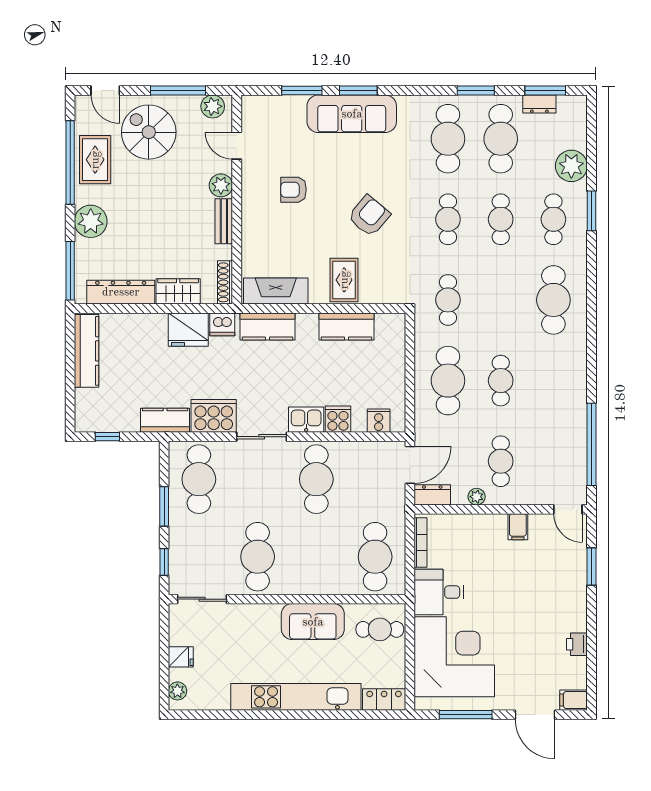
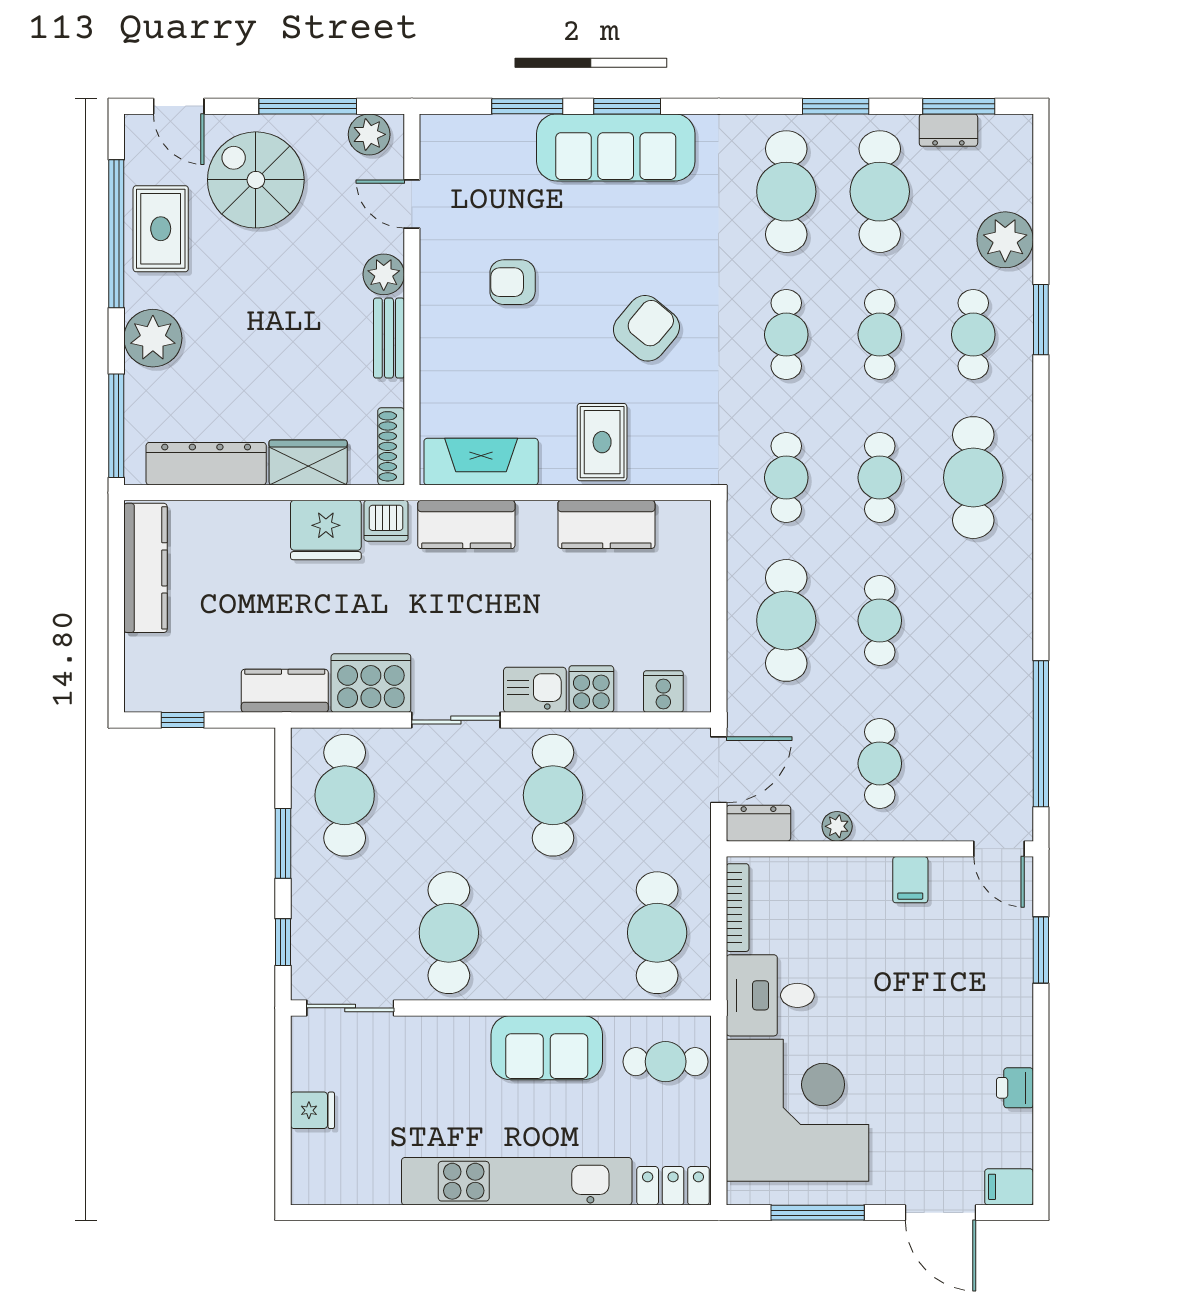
cafe table: (501, 300) -> (880, 478), added
plant: (177, 691) -> (307, 1171), removed

